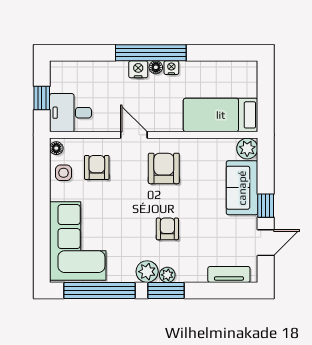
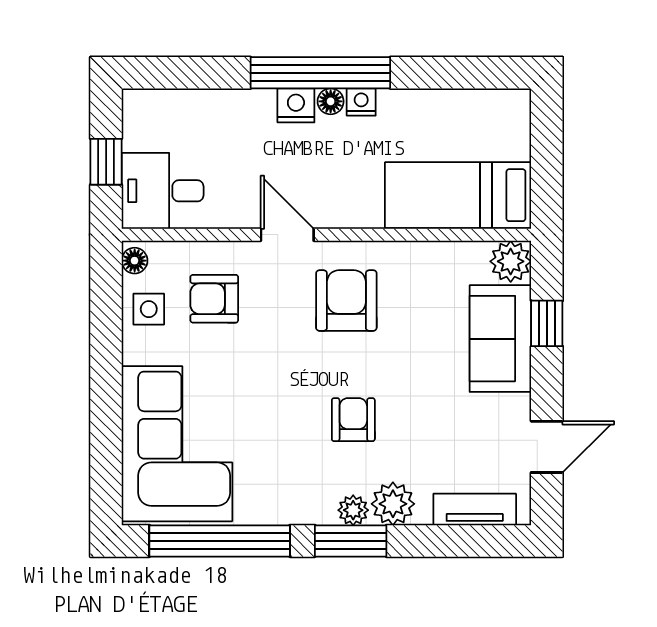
armchair: (97, 167) -> (214, 299), turned -90
window: (266, 206) -> (547, 323), moved
plant: (147, 272) -> (393, 504), moved

